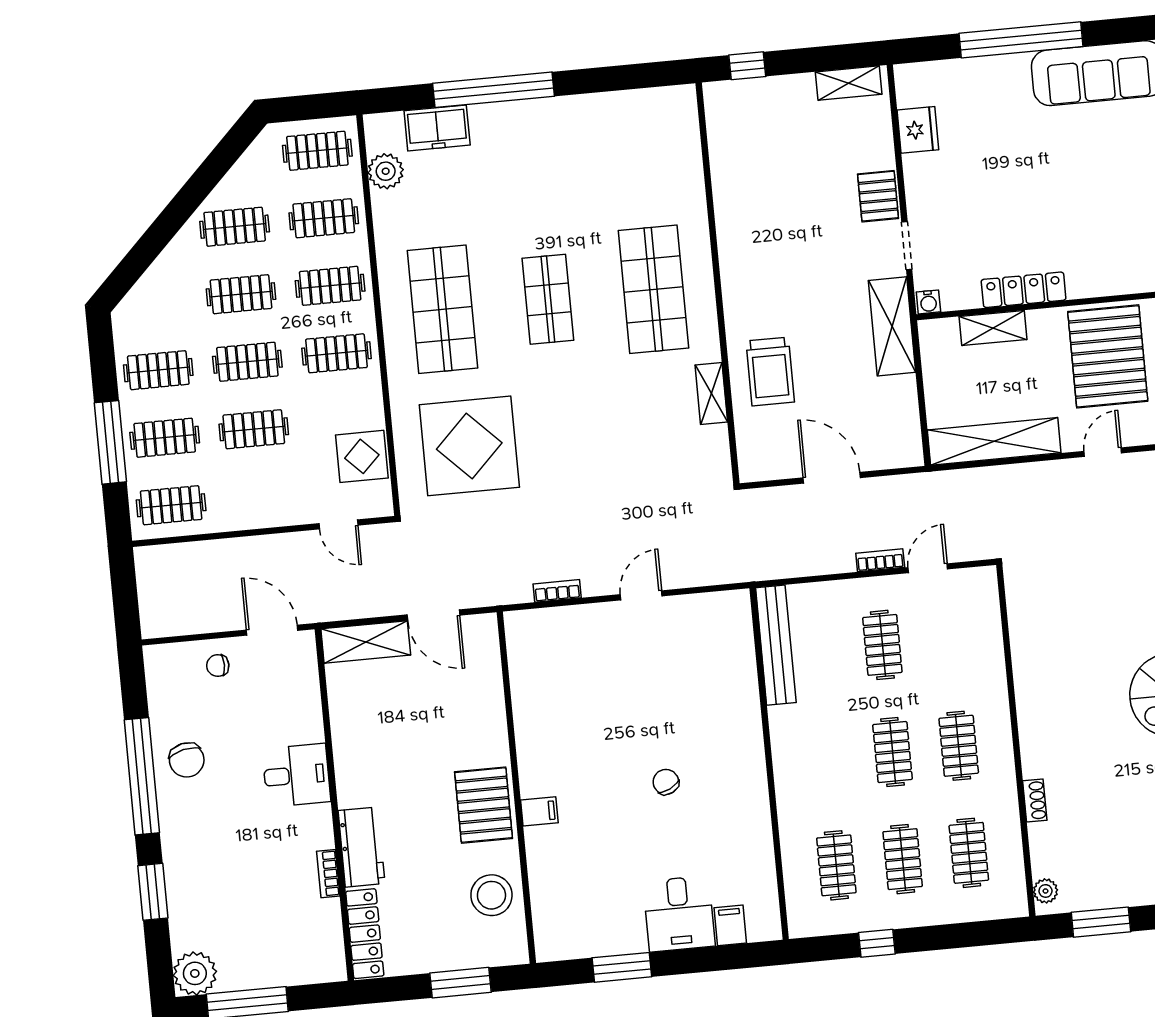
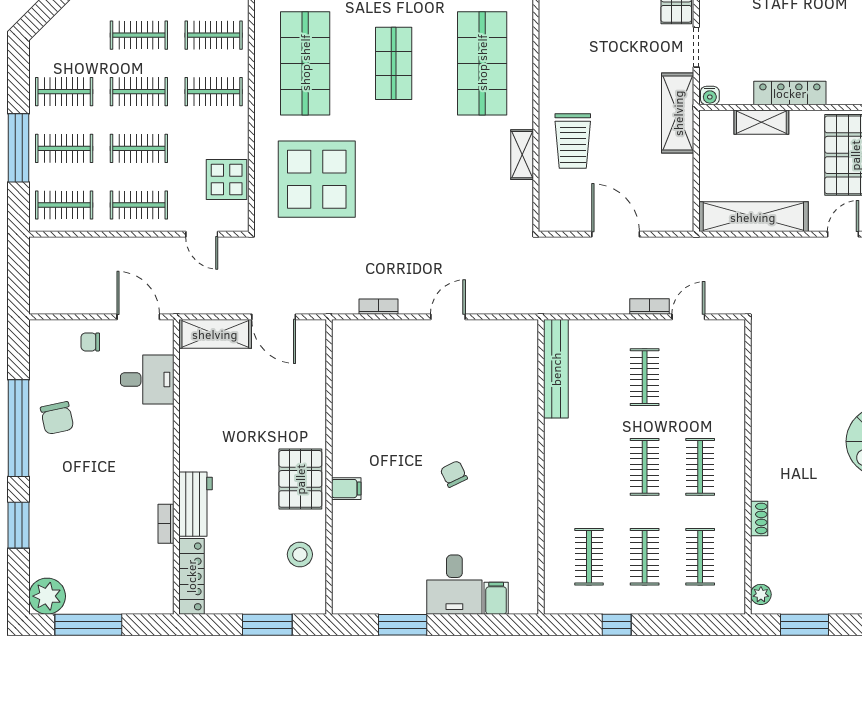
clothes rail: (260, 497) -> (139, 205), added
desk: (296, 775) -> (147, 379), moved
stool: (491, 895) -> (300, 554), width x0.73, depth x0.73

